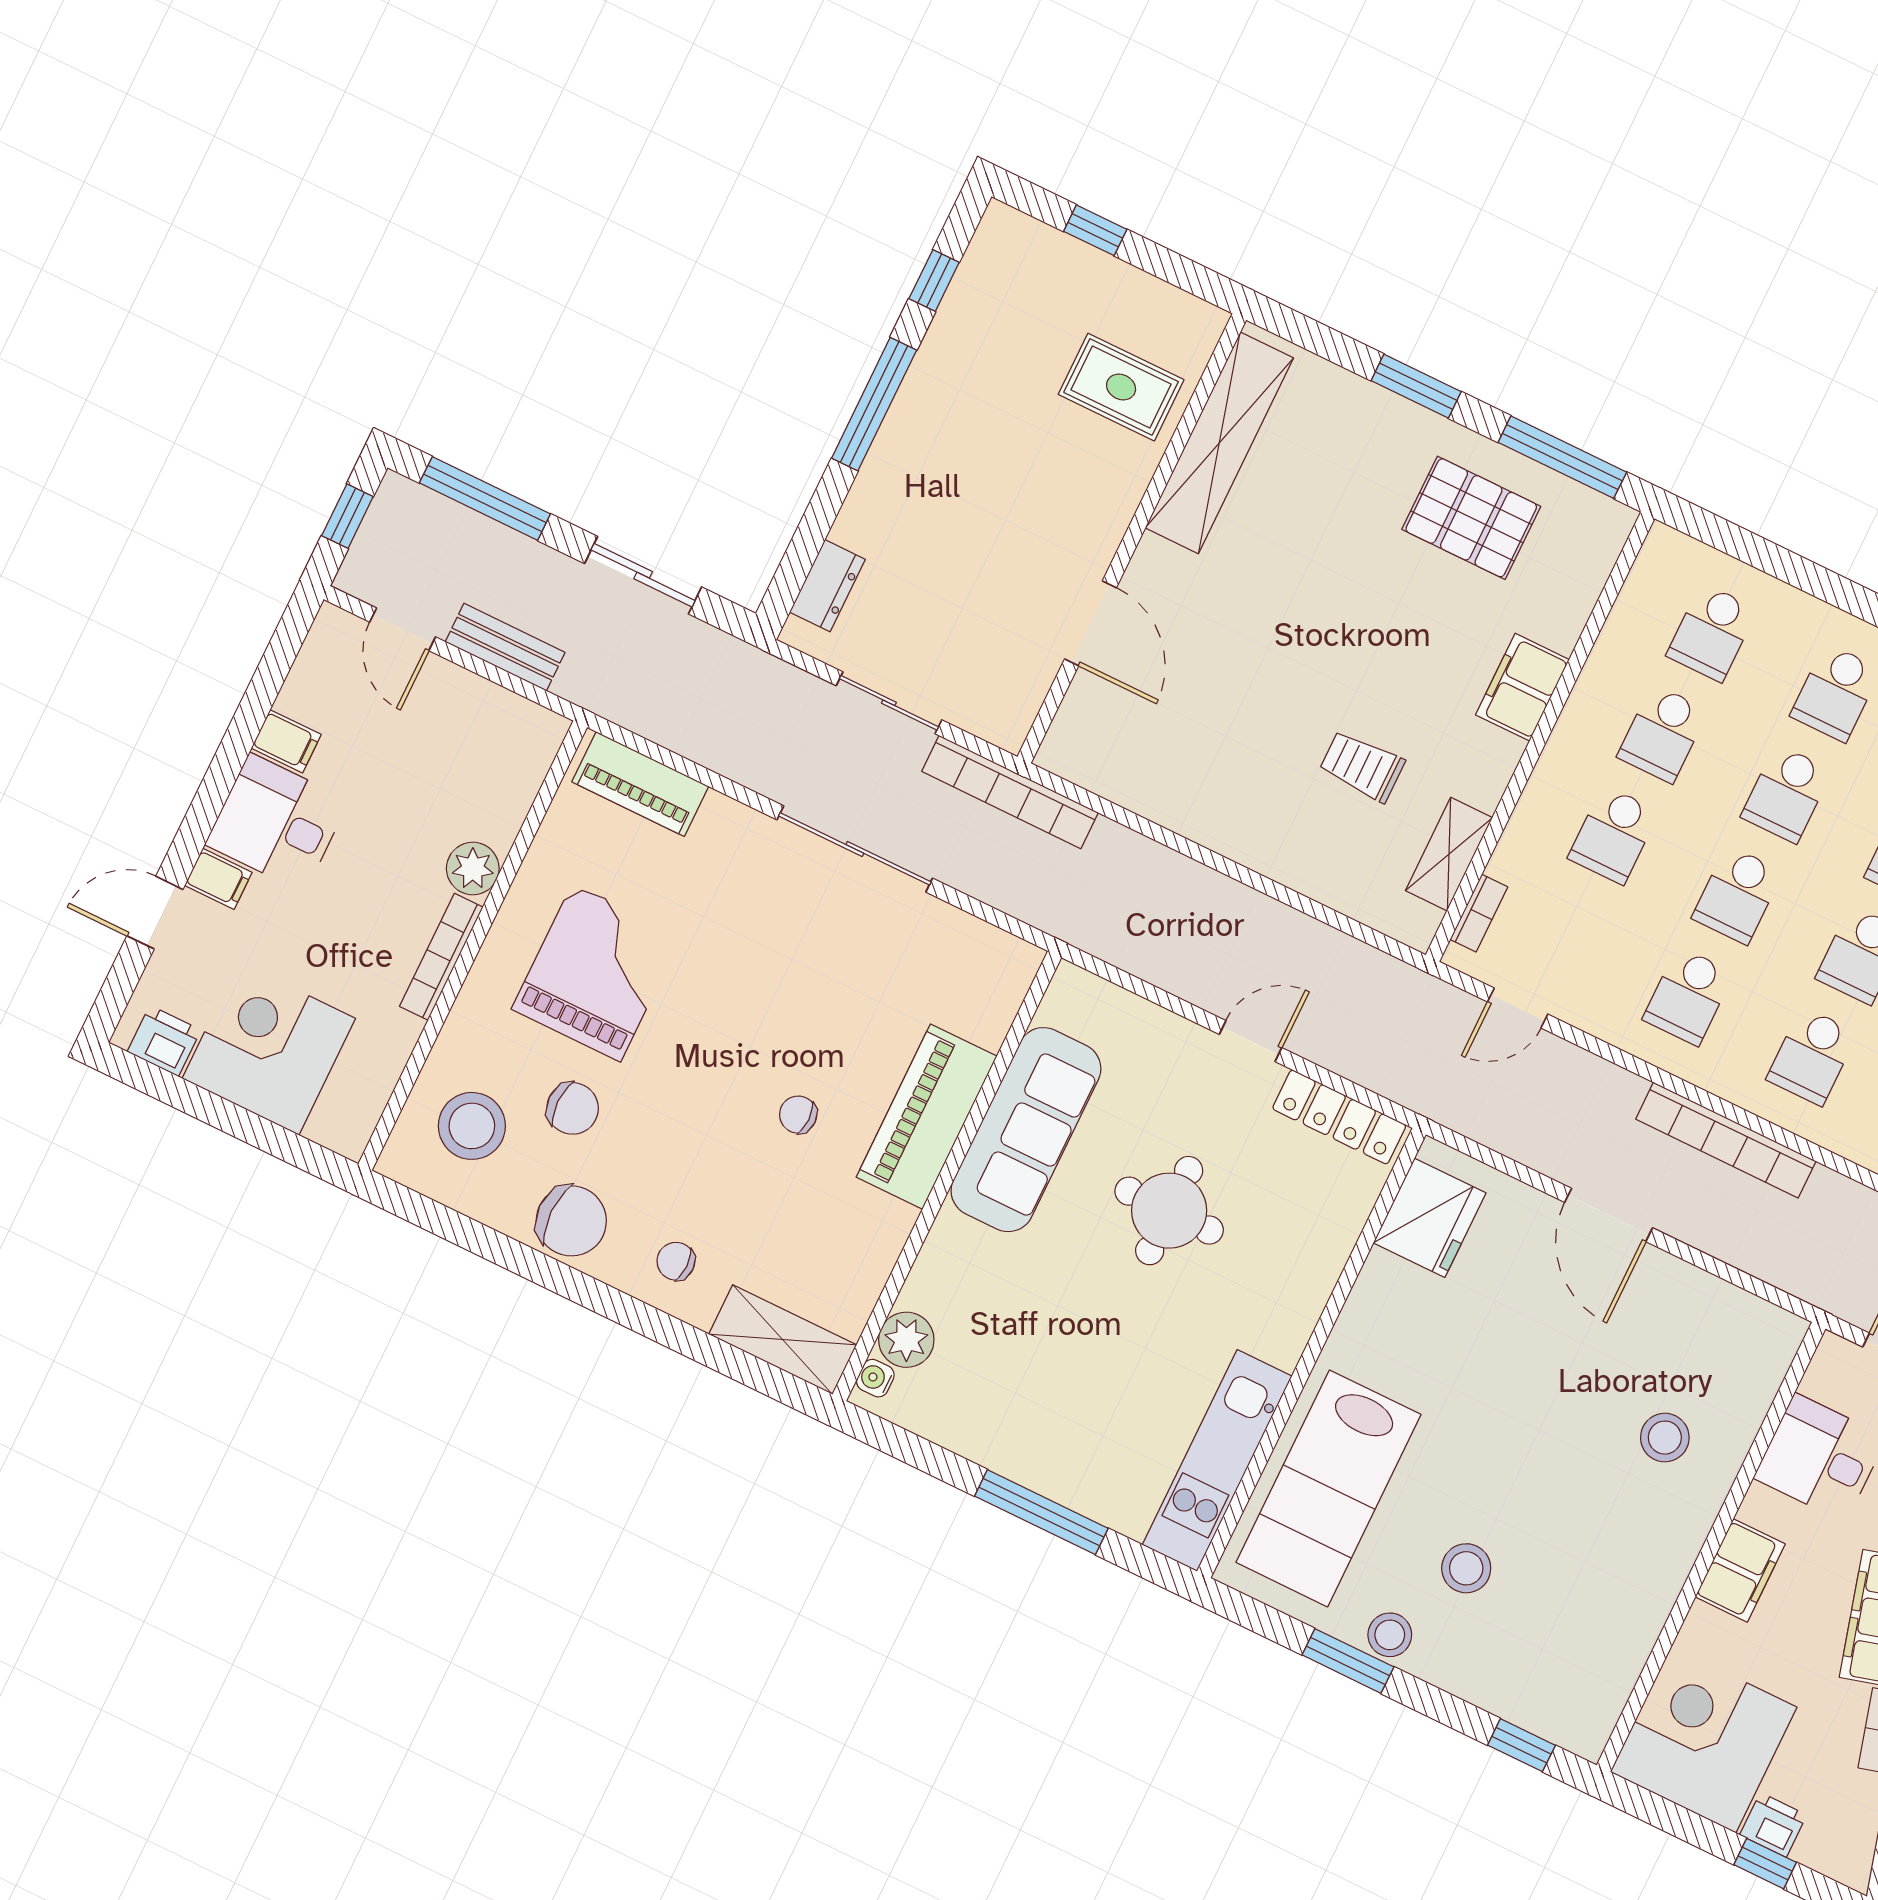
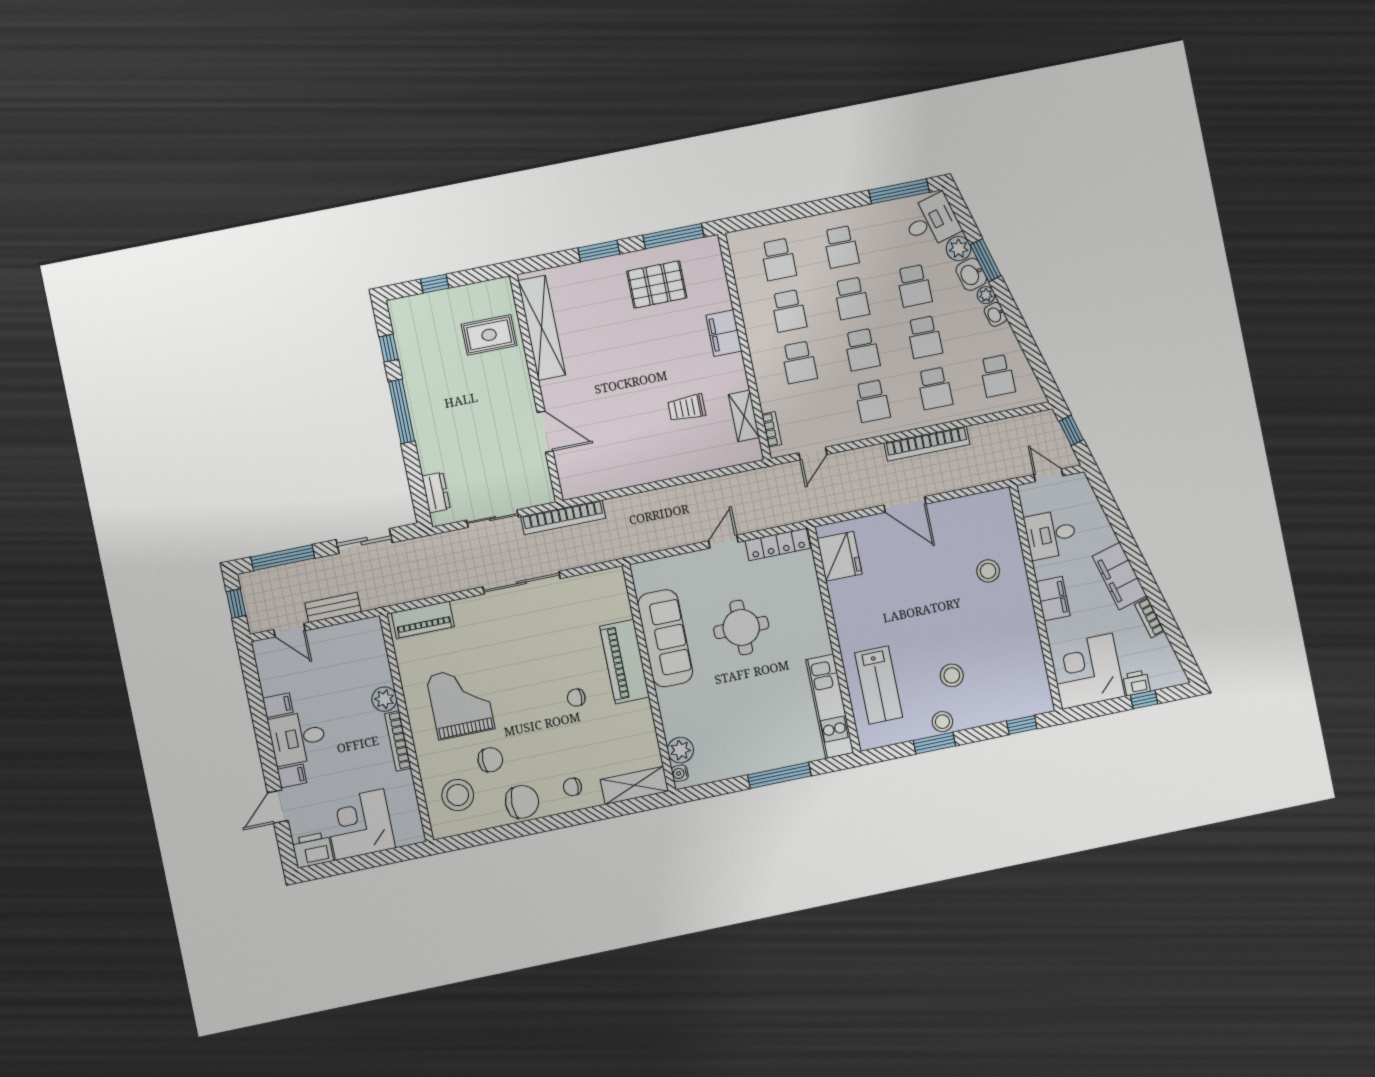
printer: (164, 1041) -> (313, 850), width x1.36, depth x1.24
lab bench: (1329, 1488) -> (879, 685), width x0.73, depth x0.72

